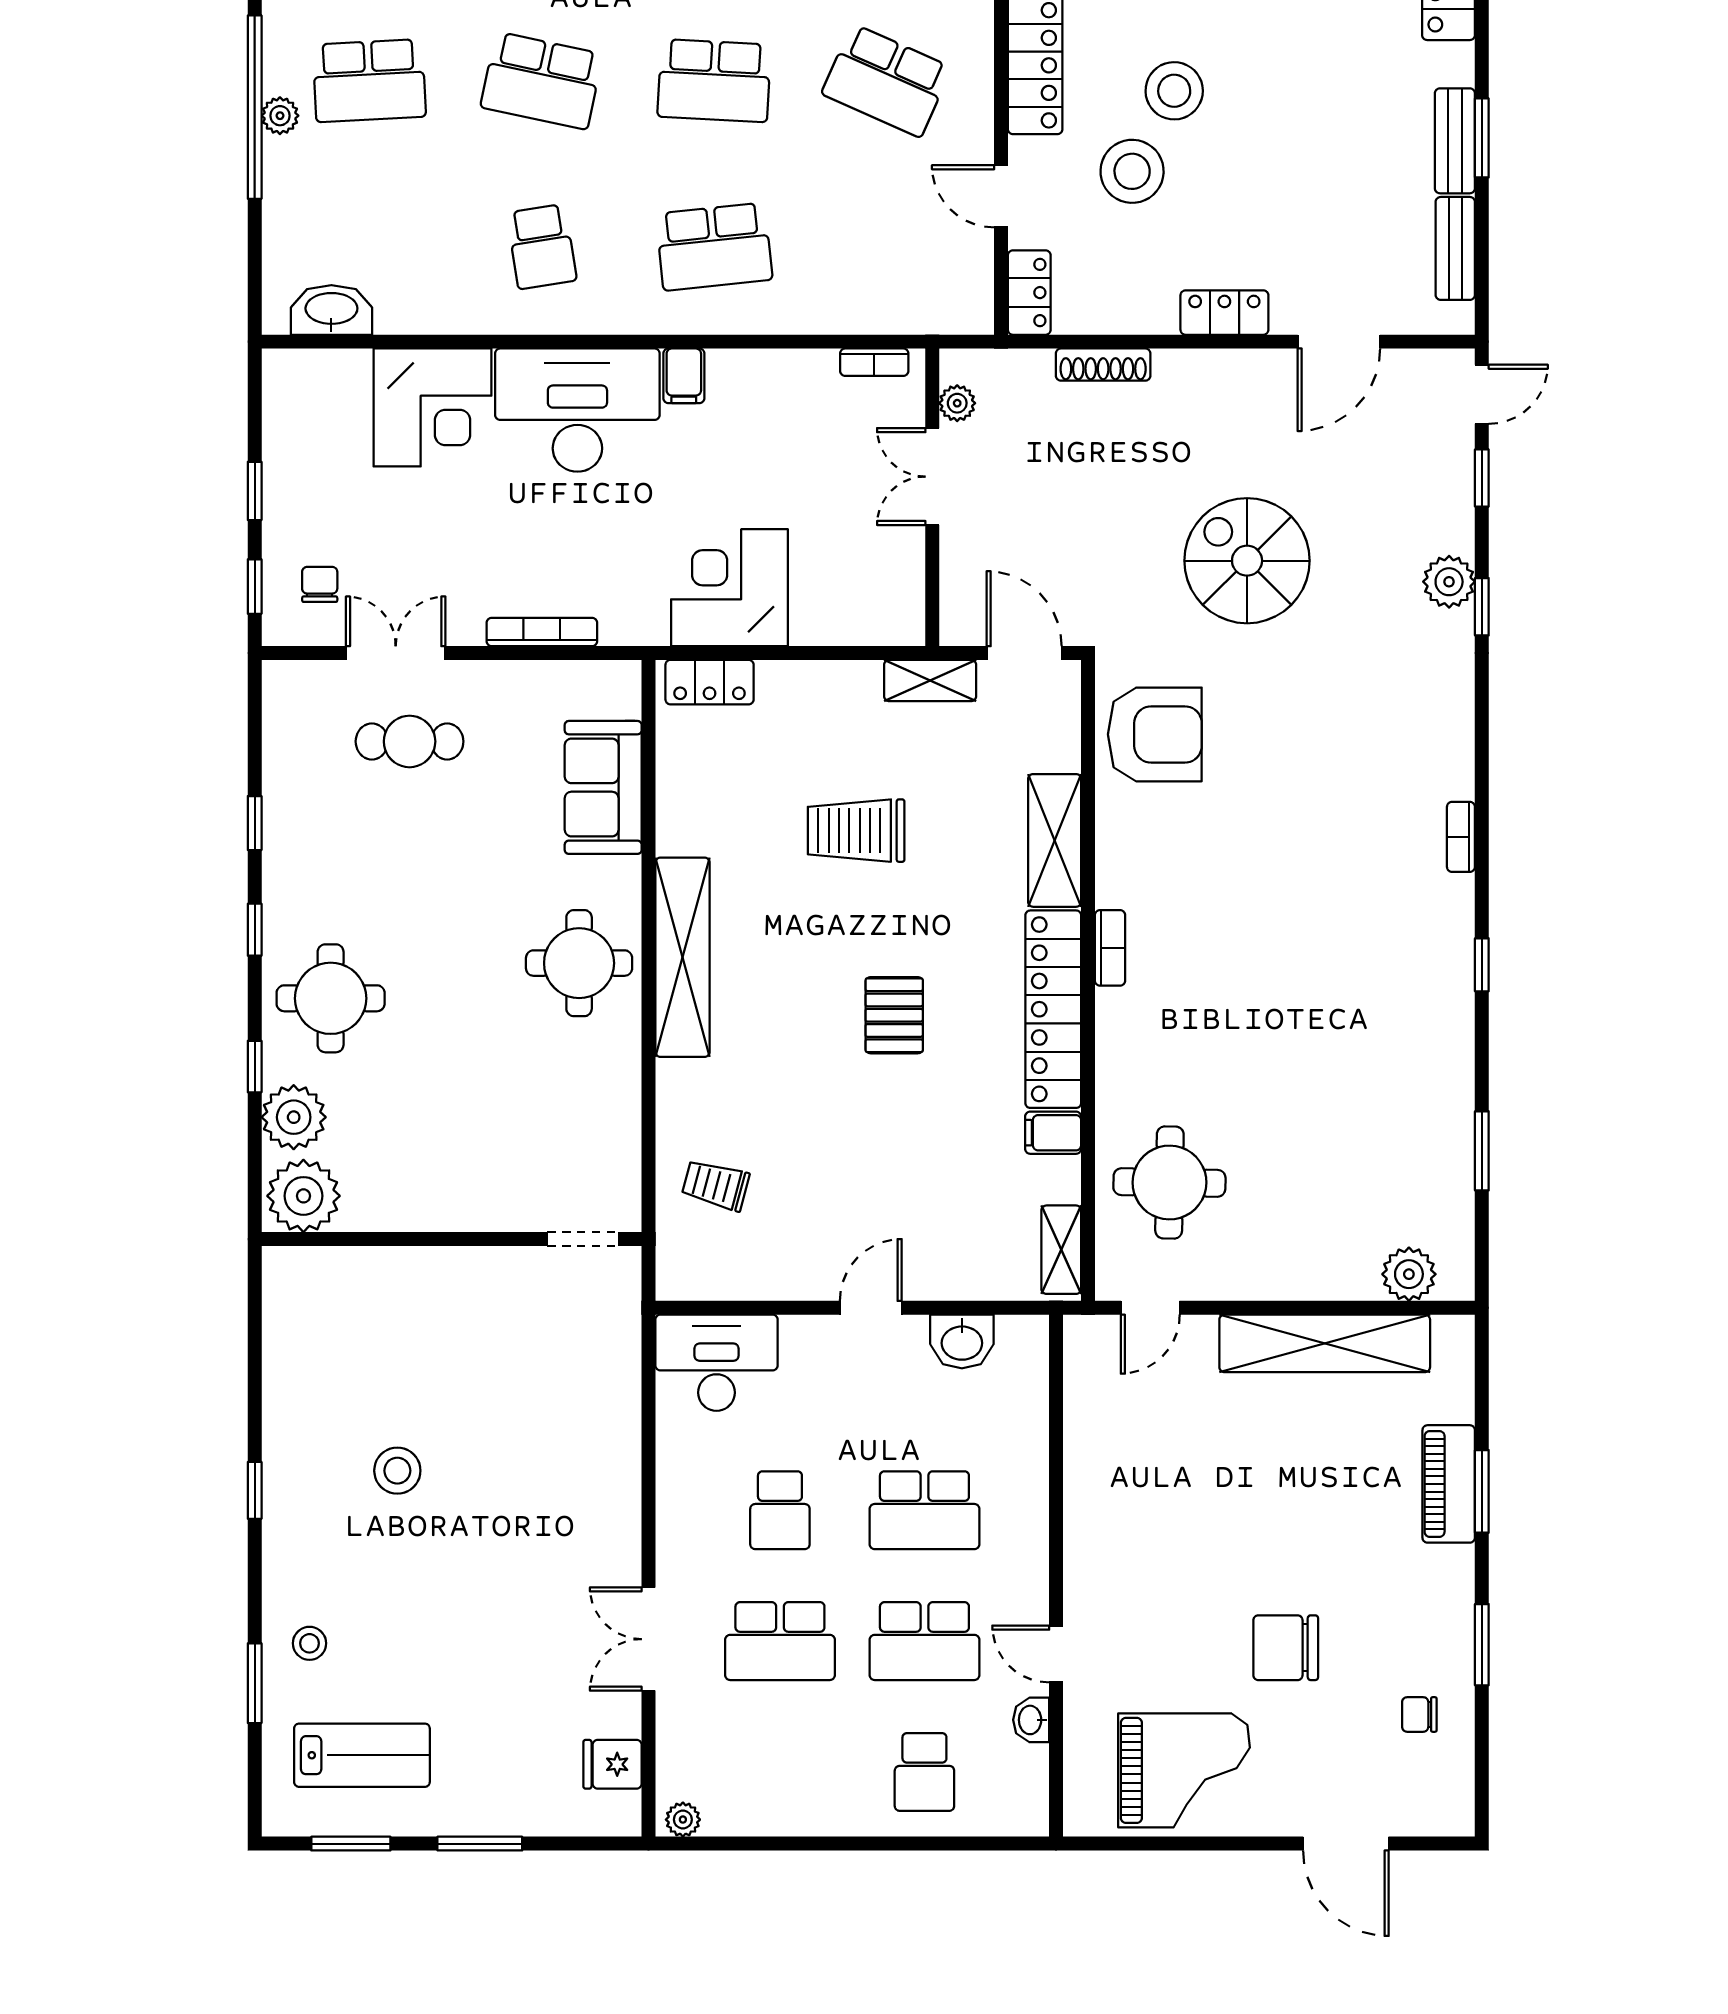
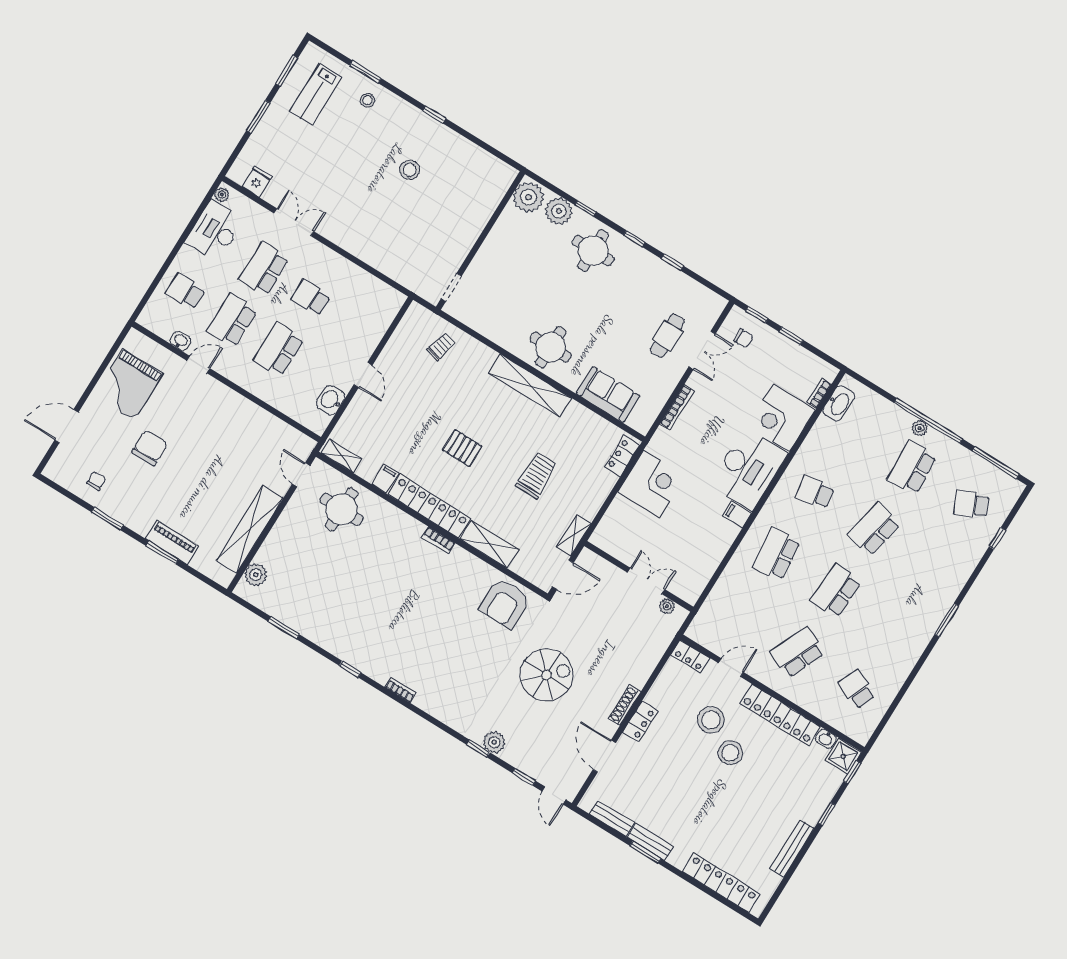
bookcase: (874, 362) -> (819, 393), moved
shoe rack: (1103, 365) -> (625, 705), moved
desk: (717, 1363) -> (215, 231), moved, turned 180

